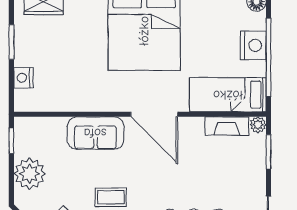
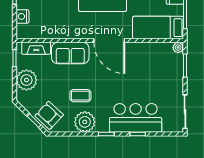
fireplace: (227, 126) -> (36, 48), moved

